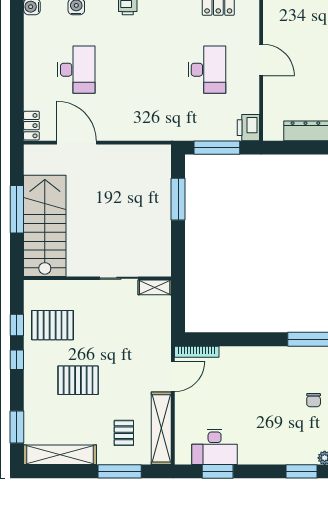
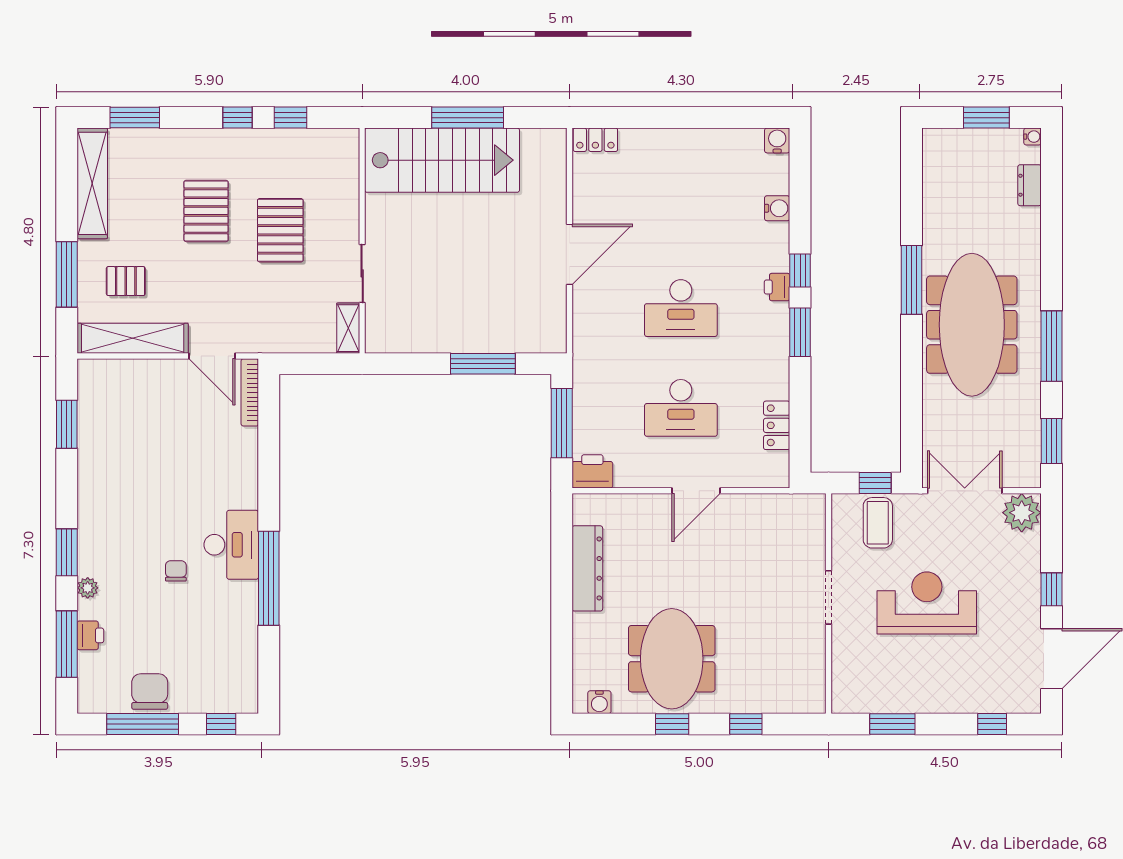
desk: (76, 70) -> (681, 308), moved
door: (77, 143) -> (569, 254), moved
pallet: (53, 325) -> (280, 230), moved
chair: (314, 400) -> (176, 571), turned 90
desk: (215, 447) -> (231, 545), moved, turned 180

